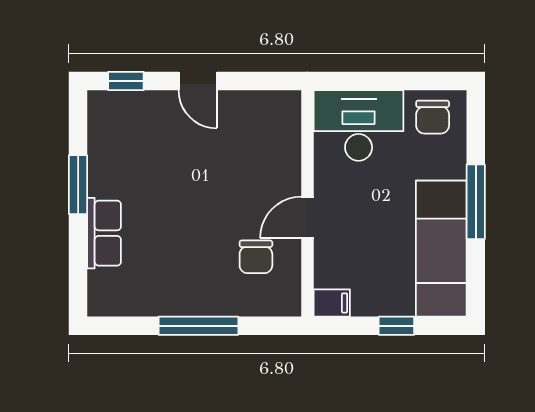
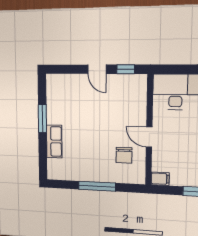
window: (126, 81) -> (126, 69), moved
door: (307, 217) -> (149, 137), hinge flipped

